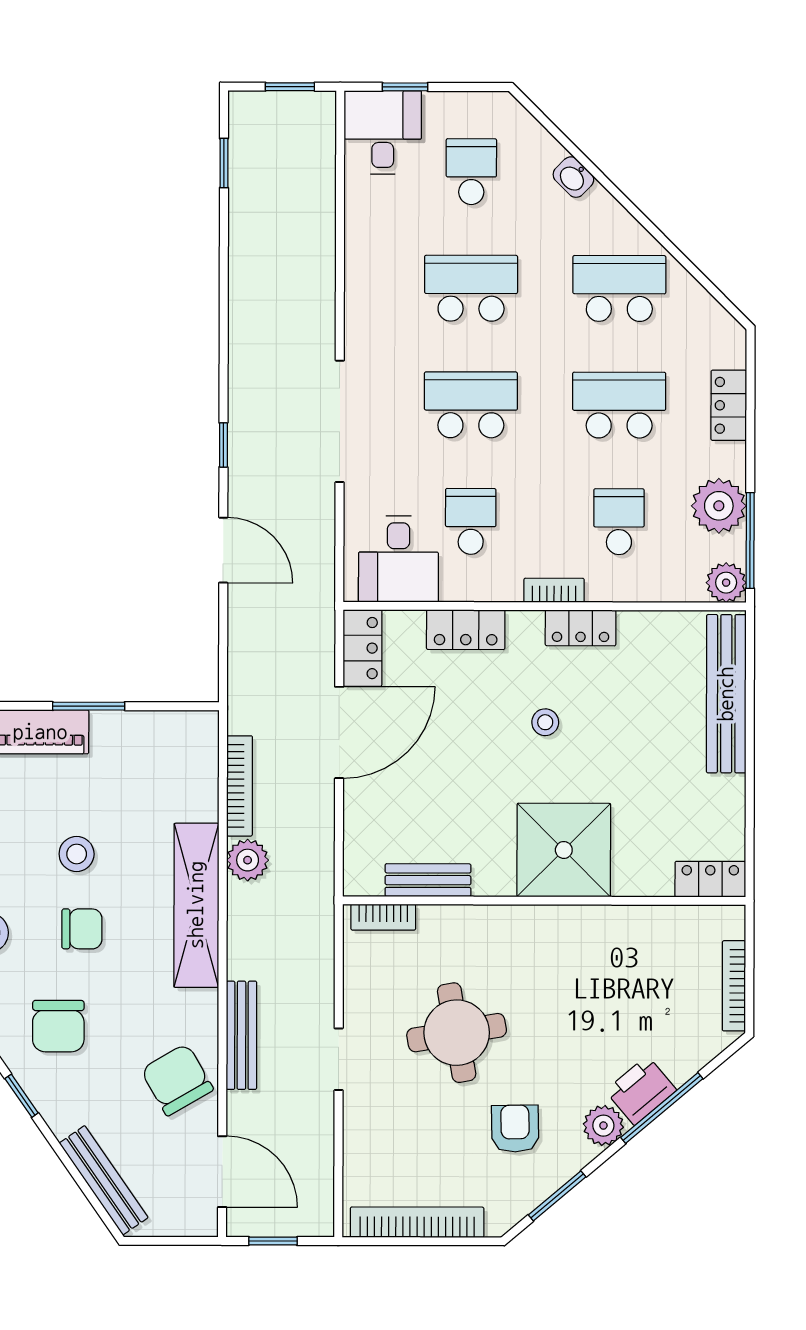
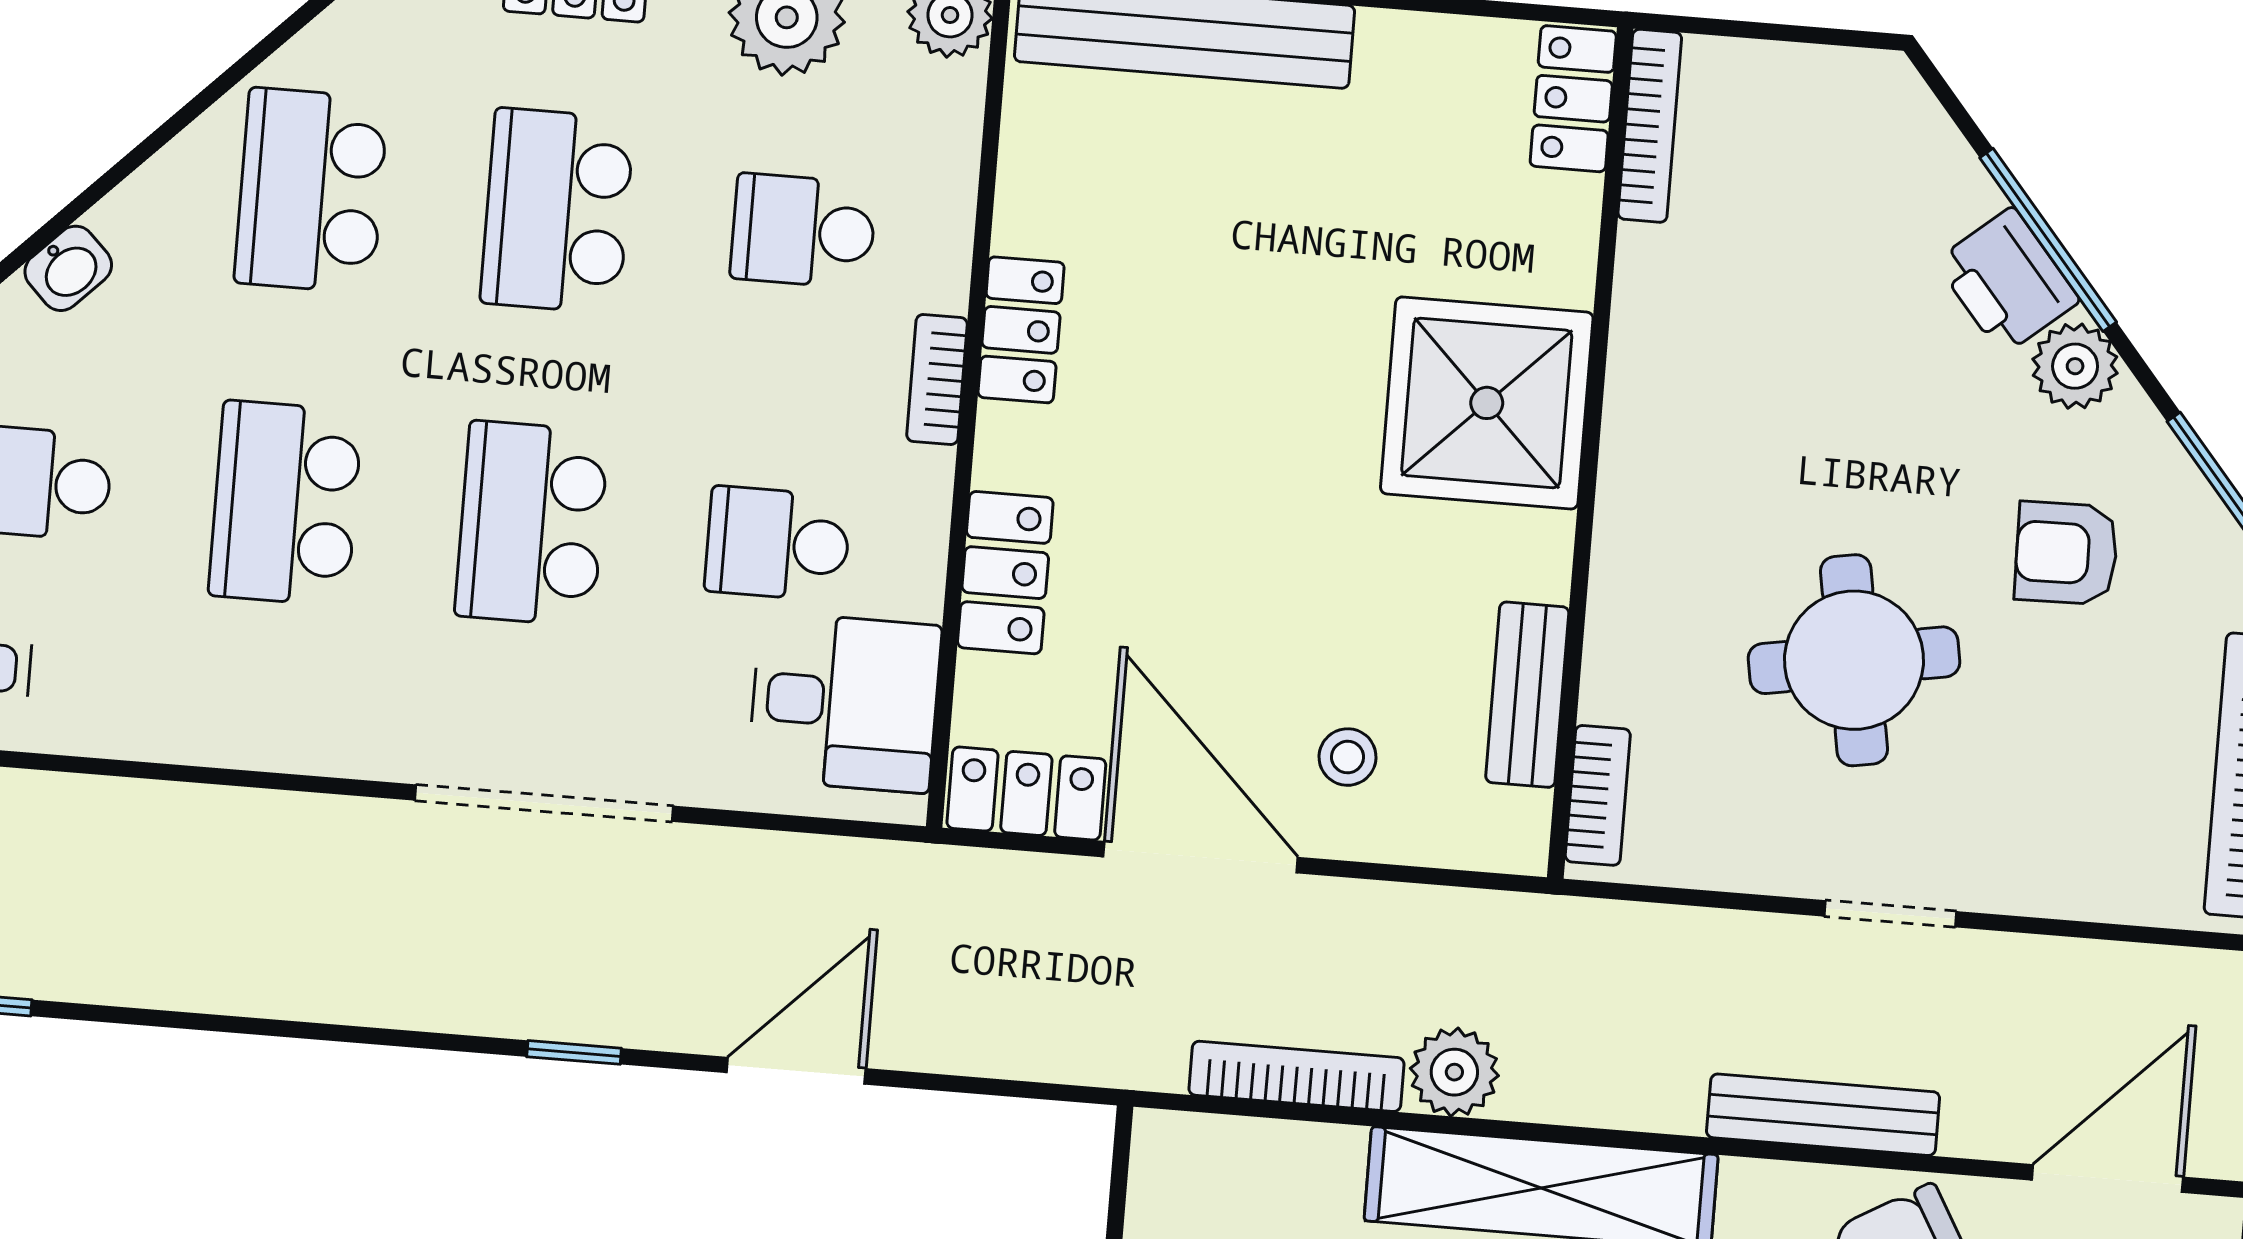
stool: (545, 722) -> (1348, 757), moved
bookcase: (734, 986) -> (1650, 126), moved, turned -90

